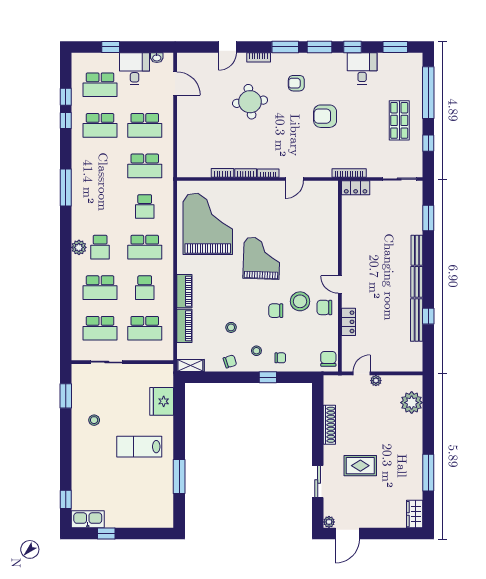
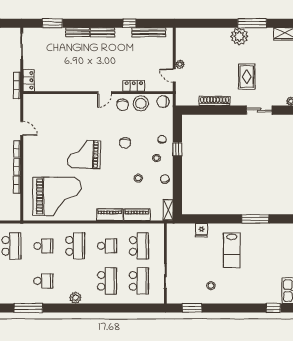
grand piano: (208, 224) -> (57, 196), turned 180
school desk: (100, 247) -> (43, 281), moved
stool: (300, 301) -> (141, 103), moved
bench: (417, 320) -> (149, 32), moved
fridge: (162, 401) -> (201, 230), width x0.53, depth x0.75
plant: (412, 403) -> (239, 36), moved

